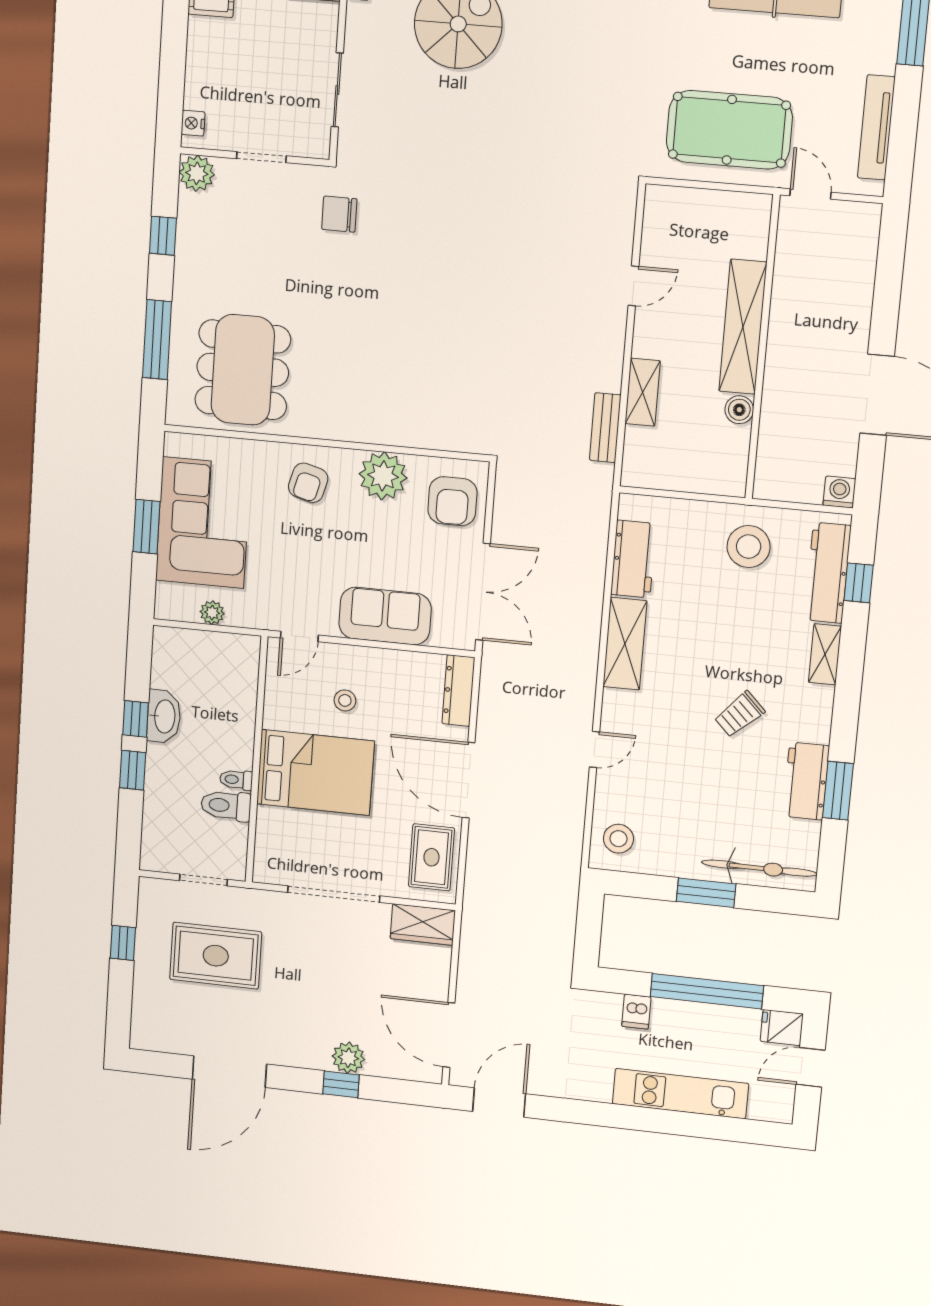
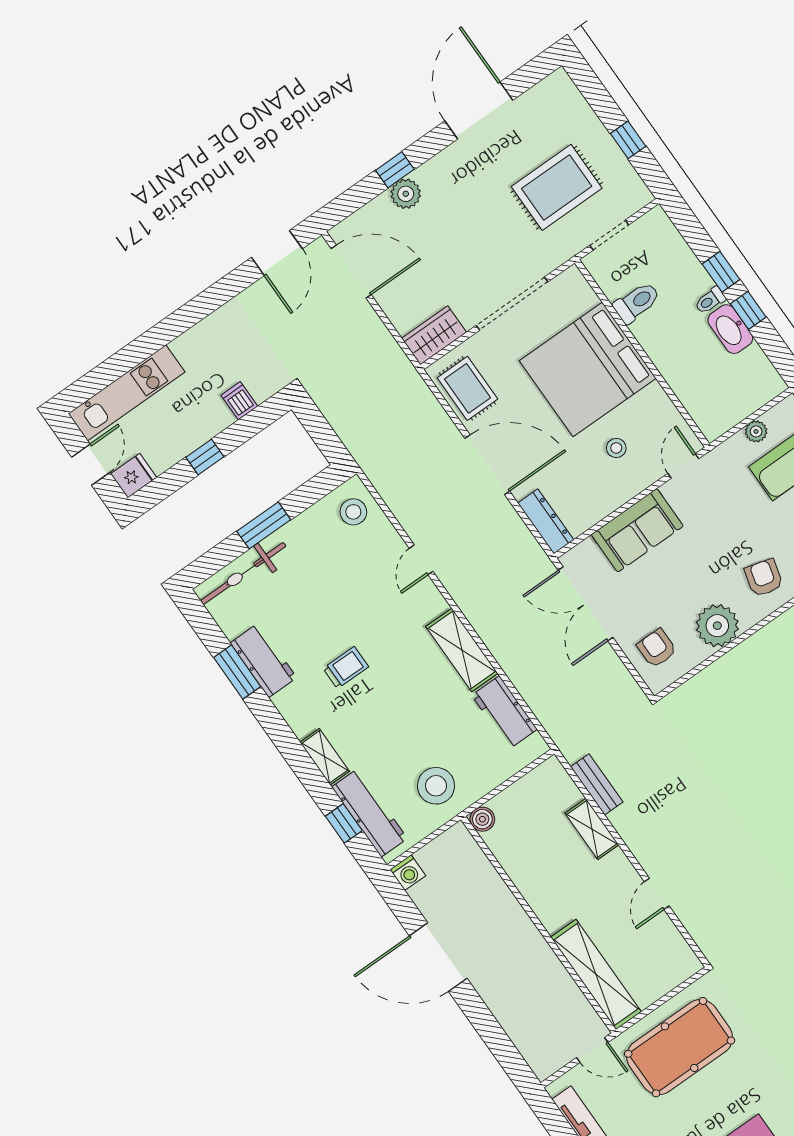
shelving: (743, 327) -> (596, 974), moved
boiler: (739, 410) -> (482, 819), moved
armchair: (452, 501) -> (657, 648), width x0.72, depth x0.72
trolley: (739, 714) -> (346, 668), turned 45
bed: (315, 772) -> (588, 369), width x1.36
toilet: (236, 780) -> (710, 300), moved, turned 180
window: (707, 991) -> (205, 457), width x0.32
kitchen unit: (680, 1094) -> (127, 393), moved

